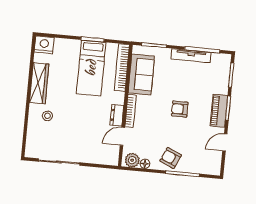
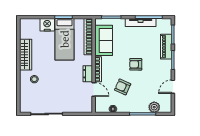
nightstand: (44, 45) -> (47, 25), moved
piano: (219, 111) -> (166, 47), moved
door: (122, 136) -> (94, 89), swing flipped
armchair: (171, 158) -> (123, 87), moved
plant: (132, 160) -> (154, 107), moved

